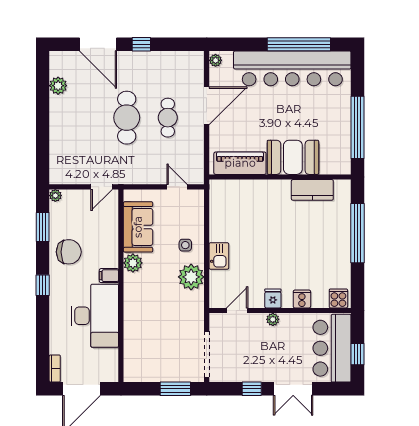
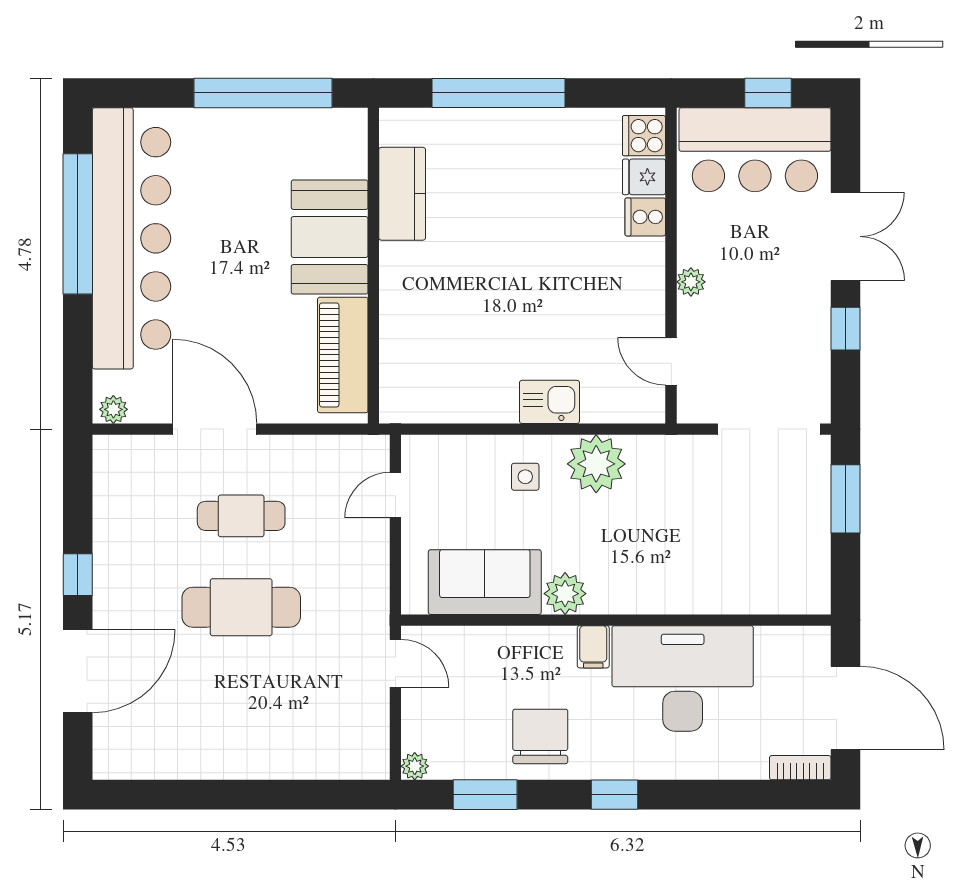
plant: (58, 86) -> (170, 760), removed
fridge: (273, 298) -> (644, 177), moved

